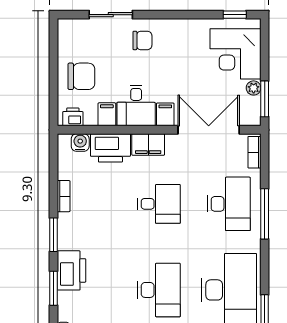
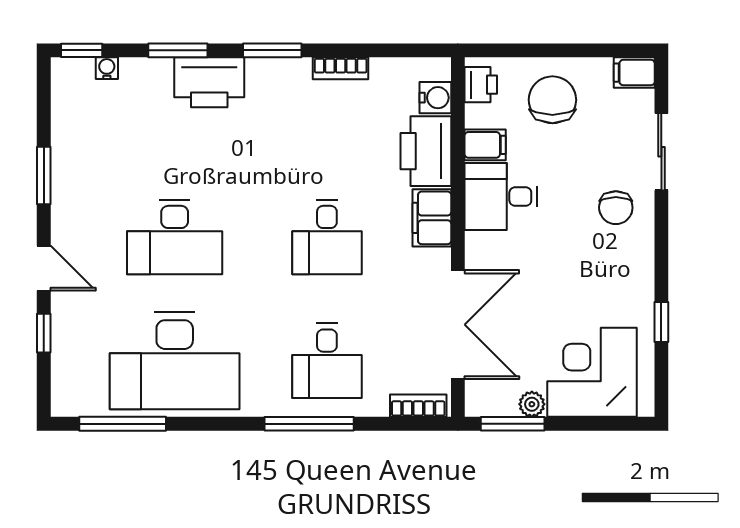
window: (235, 15) -> (661, 322), moved
chair: (81, 76) -> (552, 100), turned 180
filing cabinet: (165, 114) -> (634, 73), moved, turned 180
desk: (229, 204) -> (327, 361), width x0.73

